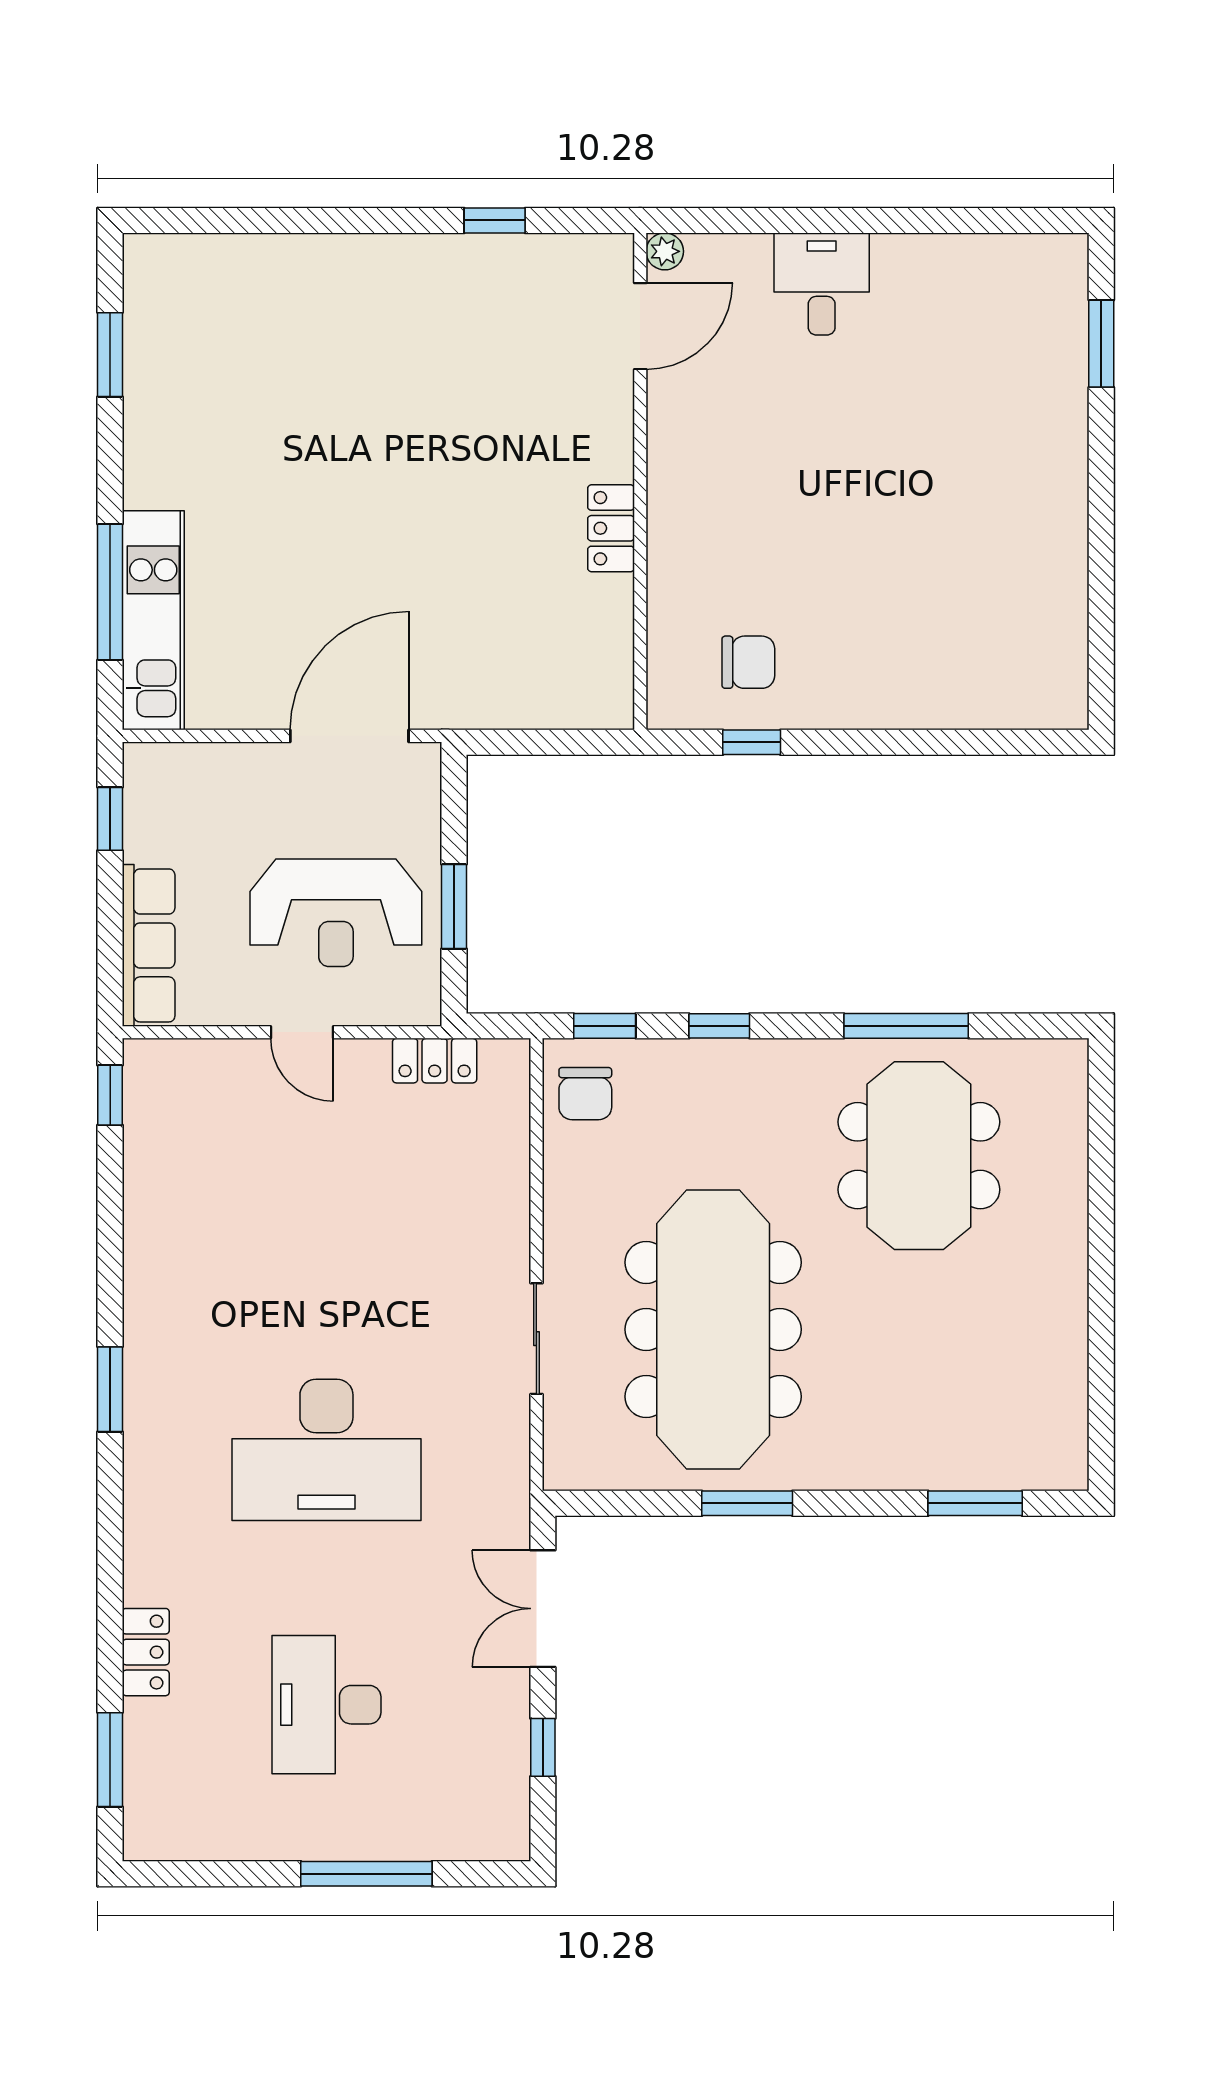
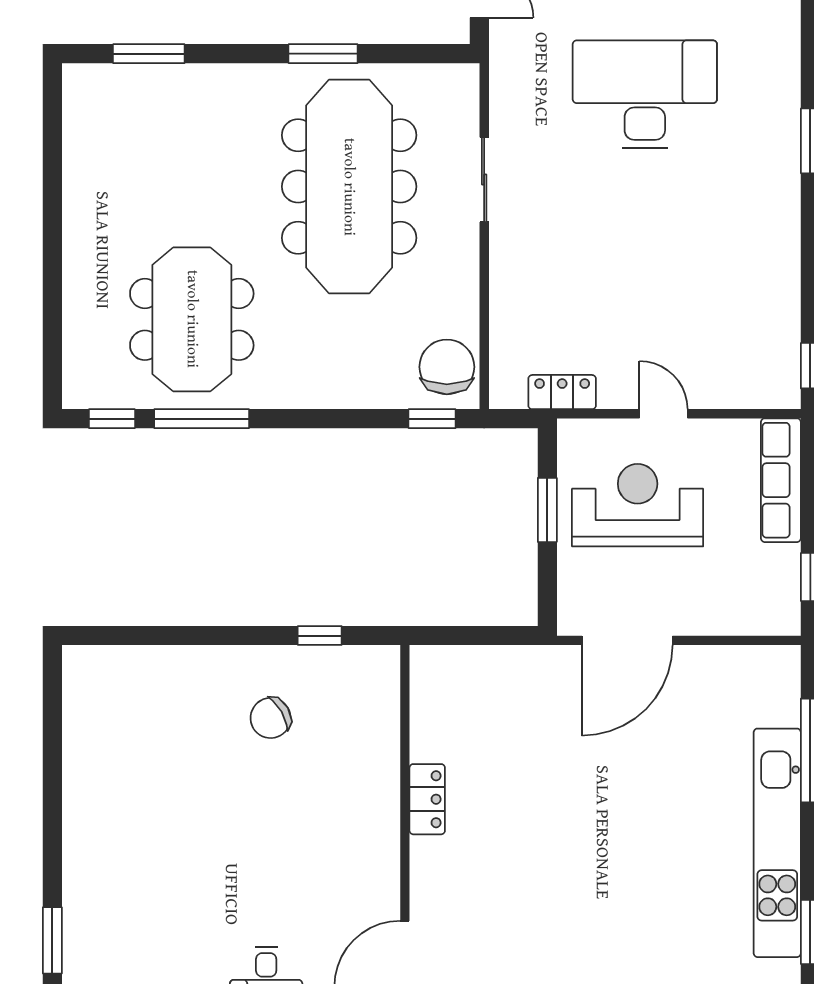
kitchen unit: (153, 620) -> (777, 843), moved, width x1.36
chair: (748, 662) -> (271, 718), moved, turned -30
window: (719, 1026) -> (112, 419), moved
chair: (585, 1094) -> (447, 367), width x1.37, depth x1.37

